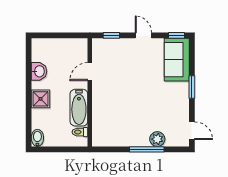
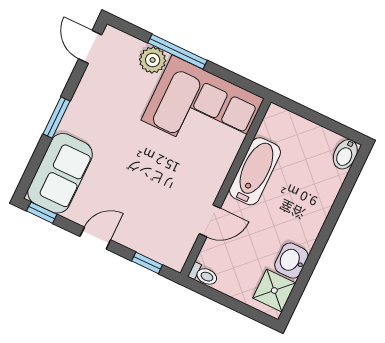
door: (143, 35) -> (95, 238), swing flipped
shower: (40, 99) -> (274, 290), moved
corner sofa: (120, 126) -> (203, 109), added
toilet: (80, 132) -> (203, 275), moved

